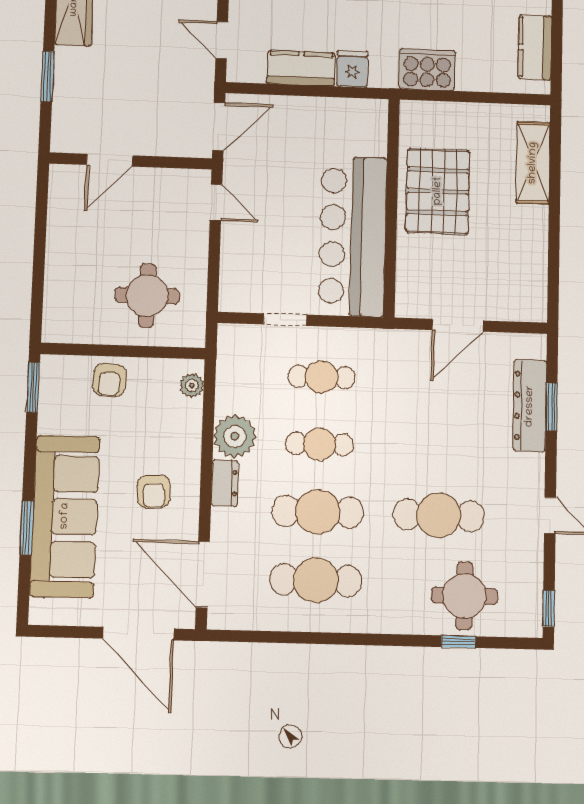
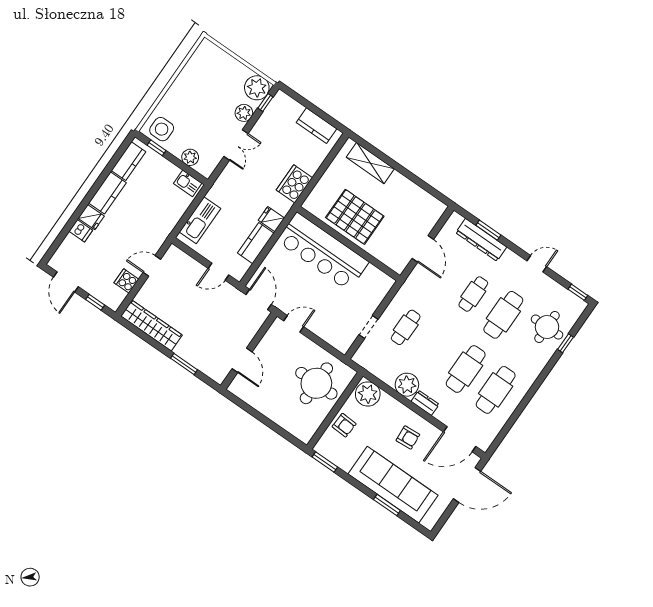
bar counter: (353, 236) -> (323, 252), moved
round table: (147, 296) -> (316, 383), width x1.36, depth x1.36
plant: (192, 386) -> (368, 394), width x1.88, depth x1.88
cafe table: (320, 444) -> (473, 294), moved

